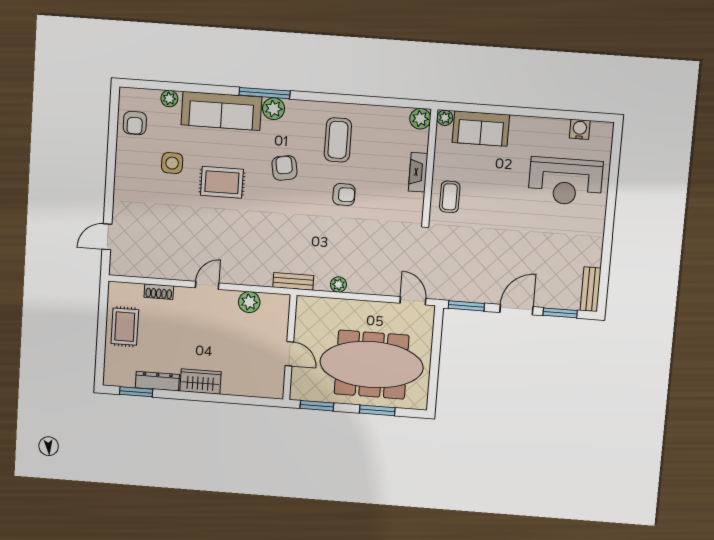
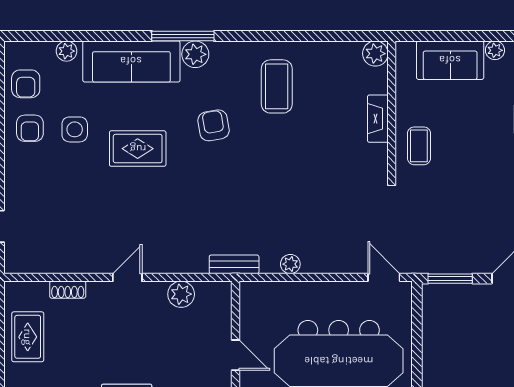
plant: (445, 118) -> (495, 50), moved
armchair: (344, 195) -> (30, 128), moved, turned 90

